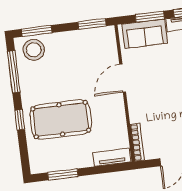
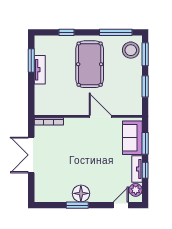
window: (92, 24) -> (145, 86), moved
window: (20, 120) -> (67, 32), moved
pool table: (61, 120) -> (90, 64), moved
tv unit: (112, 157) -> (40, 70), moved

